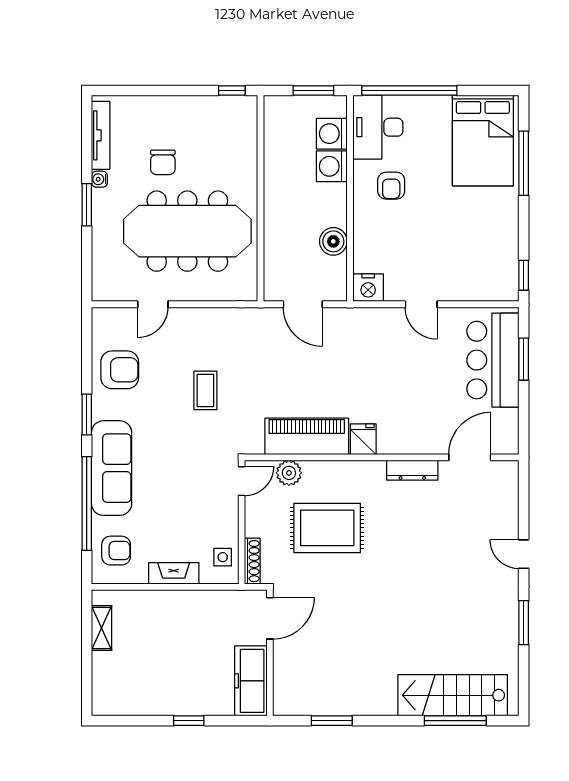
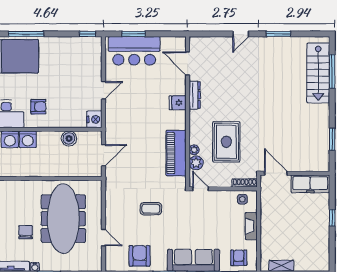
chair: (163, 162) -> (26, 232), turned -90
fridge: (363, 439) -> (178, 103), moved
plant: (313, 469) -> (194, 150), added

